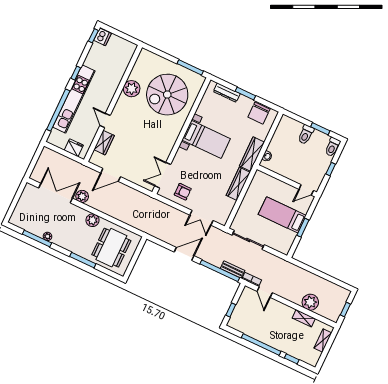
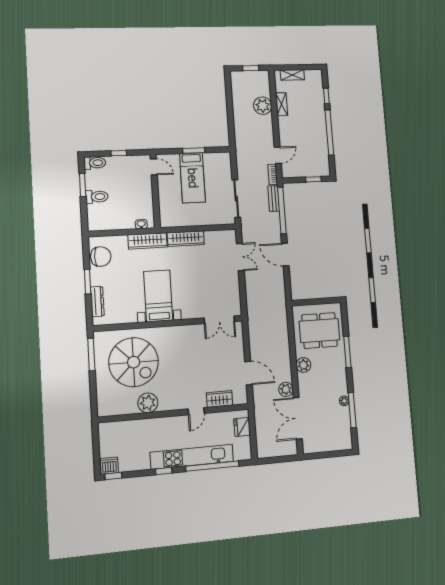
armchair: (183, 192) -> (225, 290), removed

